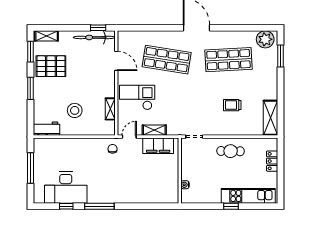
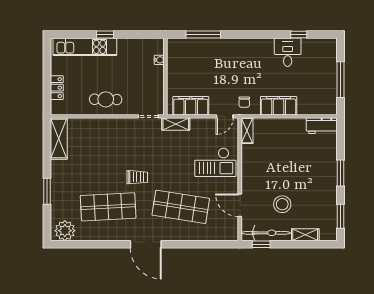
shelving: (47, 36) -> (305, 235), moved
window: (281, 56) -> (47, 191), moved
pallet: (51, 66) -> (317, 199), removed
trolley: (232, 105) -> (137, 177), moved
shelving: (110, 109) -> (247, 131), moved
stool: (75, 110) -> (282, 204), moved
shelving: (154, 130) -> (176, 124), moved
filing cabinet: (83, 146) -> (279, 106), added
desk: (66, 188) -> (288, 52), width x0.53, depth x0.77
window: (99, 206) -> (203, 35), moved

